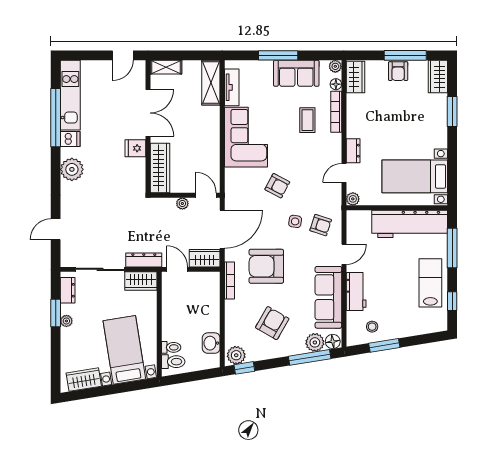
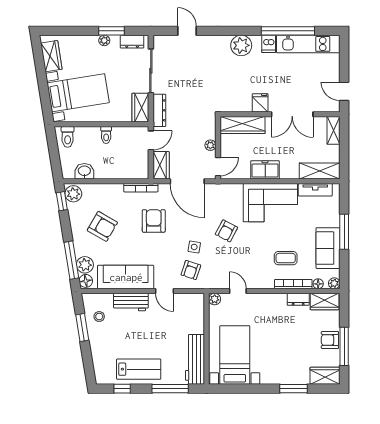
freezer: (210, 143) -> (265, 170), added
dresser: (353, 151) -> (298, 299), moved
workbench: (410, 224) -> (195, 359), width x0.73, depth x0.76
armchair: (266, 266) -> (154, 221), width x0.73, depth x0.73
toilet: (171, 347) -> (106, 135), moved

